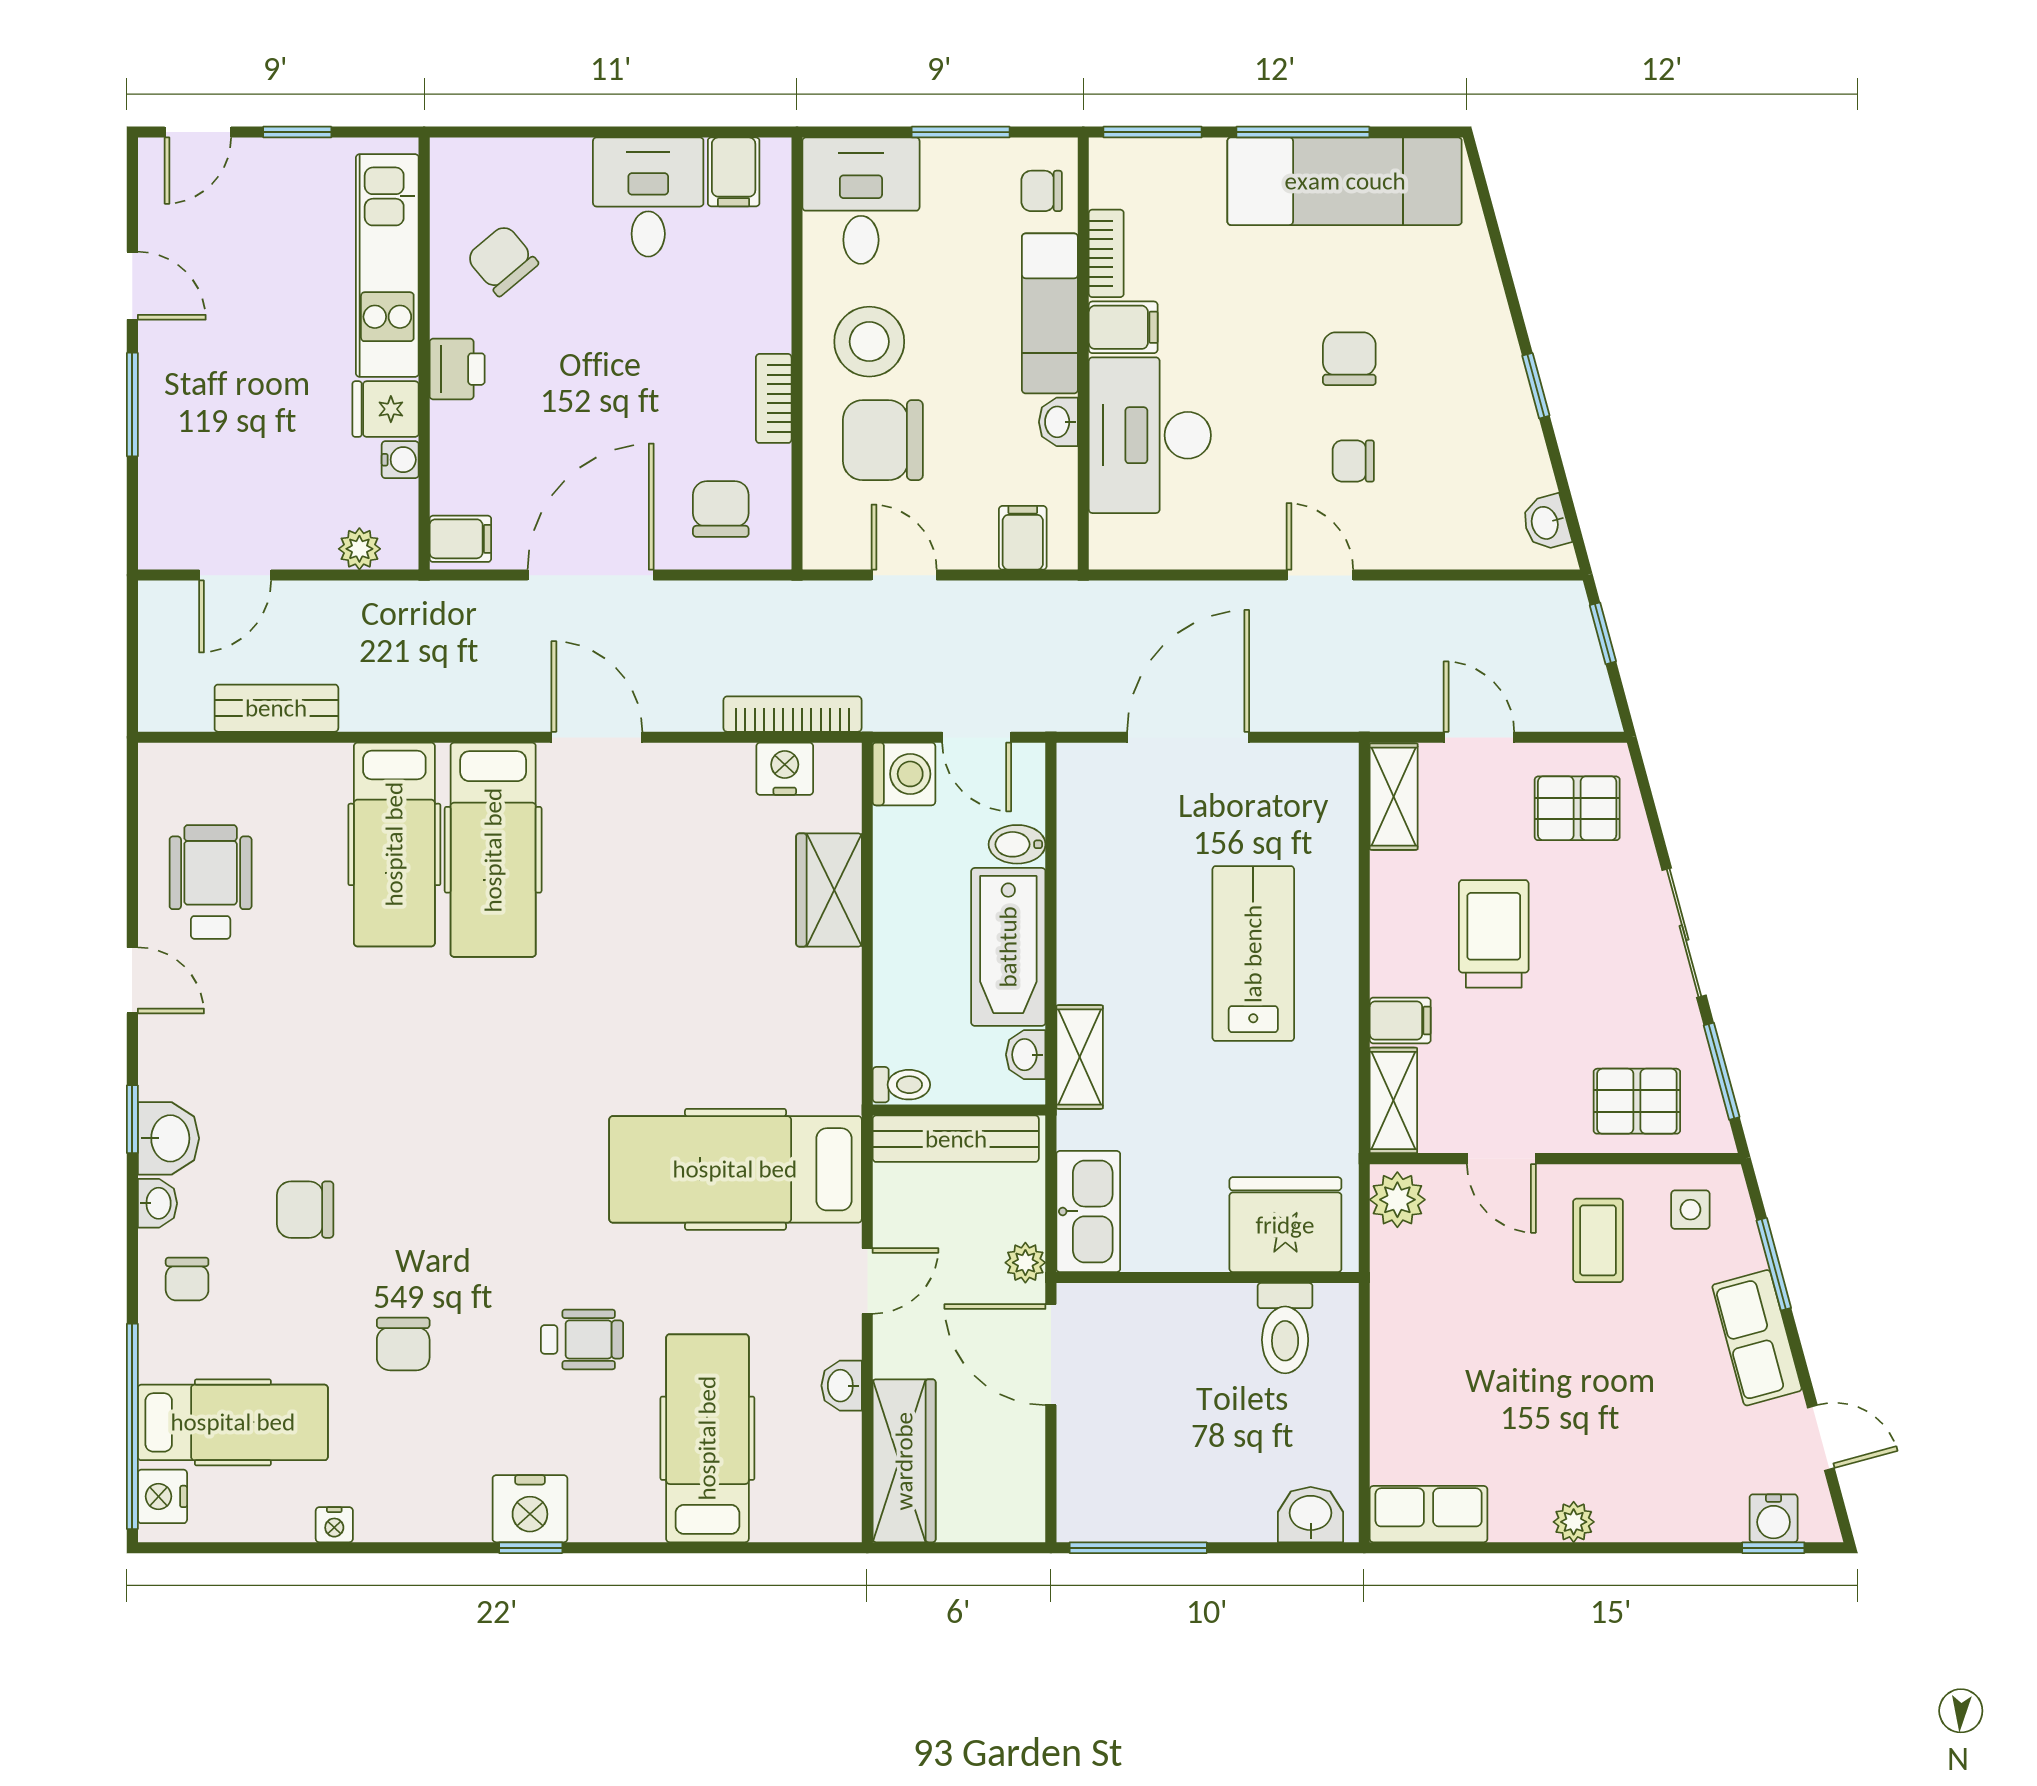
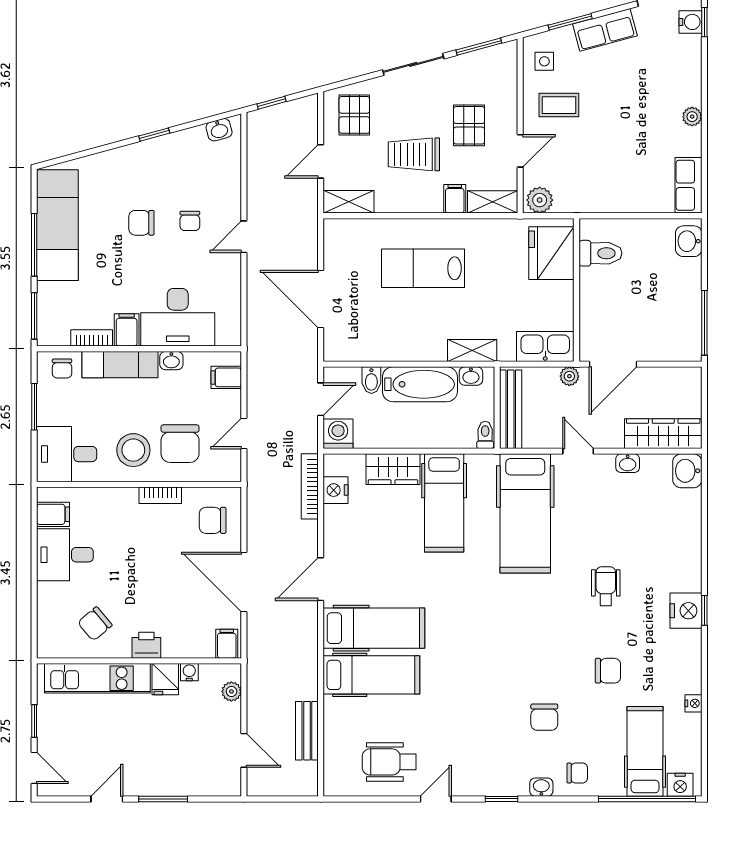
pallet: (1637, 1101) -> (469, 125), moved
washbasin: (168, 1138) -> (687, 471), moved, turned -90
hospital bed: (707, 1438) -> (444, 503), moved, turned -90

